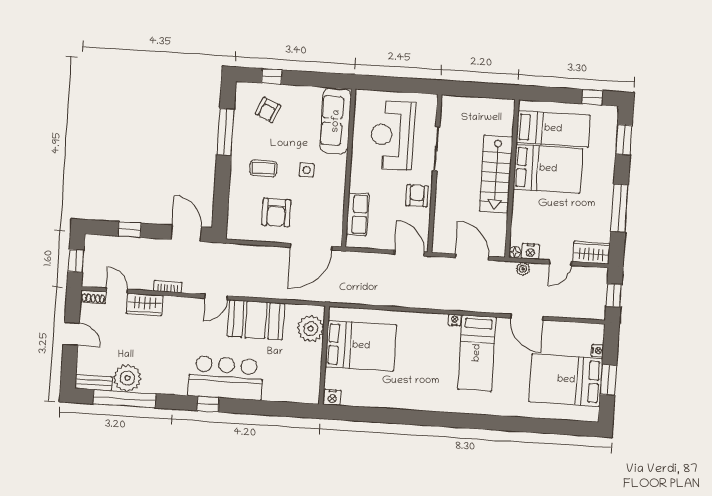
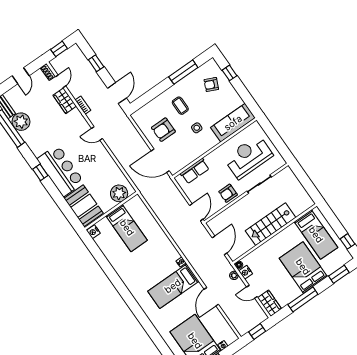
bed: (548, 169) -> (303, 267), moved, turned 180
armchair: (417, 196) -> (228, 193), turned 180
booth: (256, 320) -> (84, 206), moved
bed: (361, 346) -> (127, 228), width x0.67

